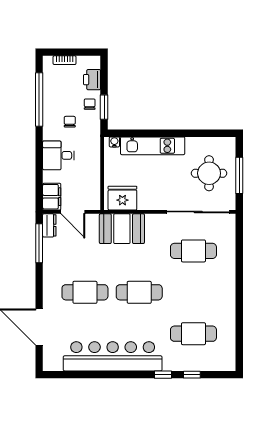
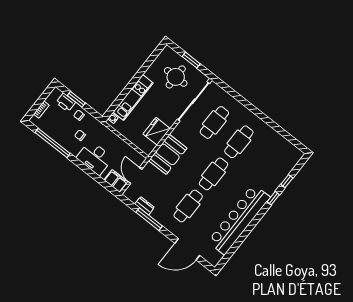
window: (104, 107) -> (76, 99), moved
desk: (58, 155) -> (95, 158), width x1.37
window: (239, 175) -> (191, 60), width x0.69
fridge: (122, 198) -> (157, 131), moved
door: (73, 212) -> (135, 176), swing flipped
dresser: (49, 225) -> (144, 206), moved
window: (39, 243) -> (149, 219), moved
cafe table: (193, 334) -> (239, 142), moved

